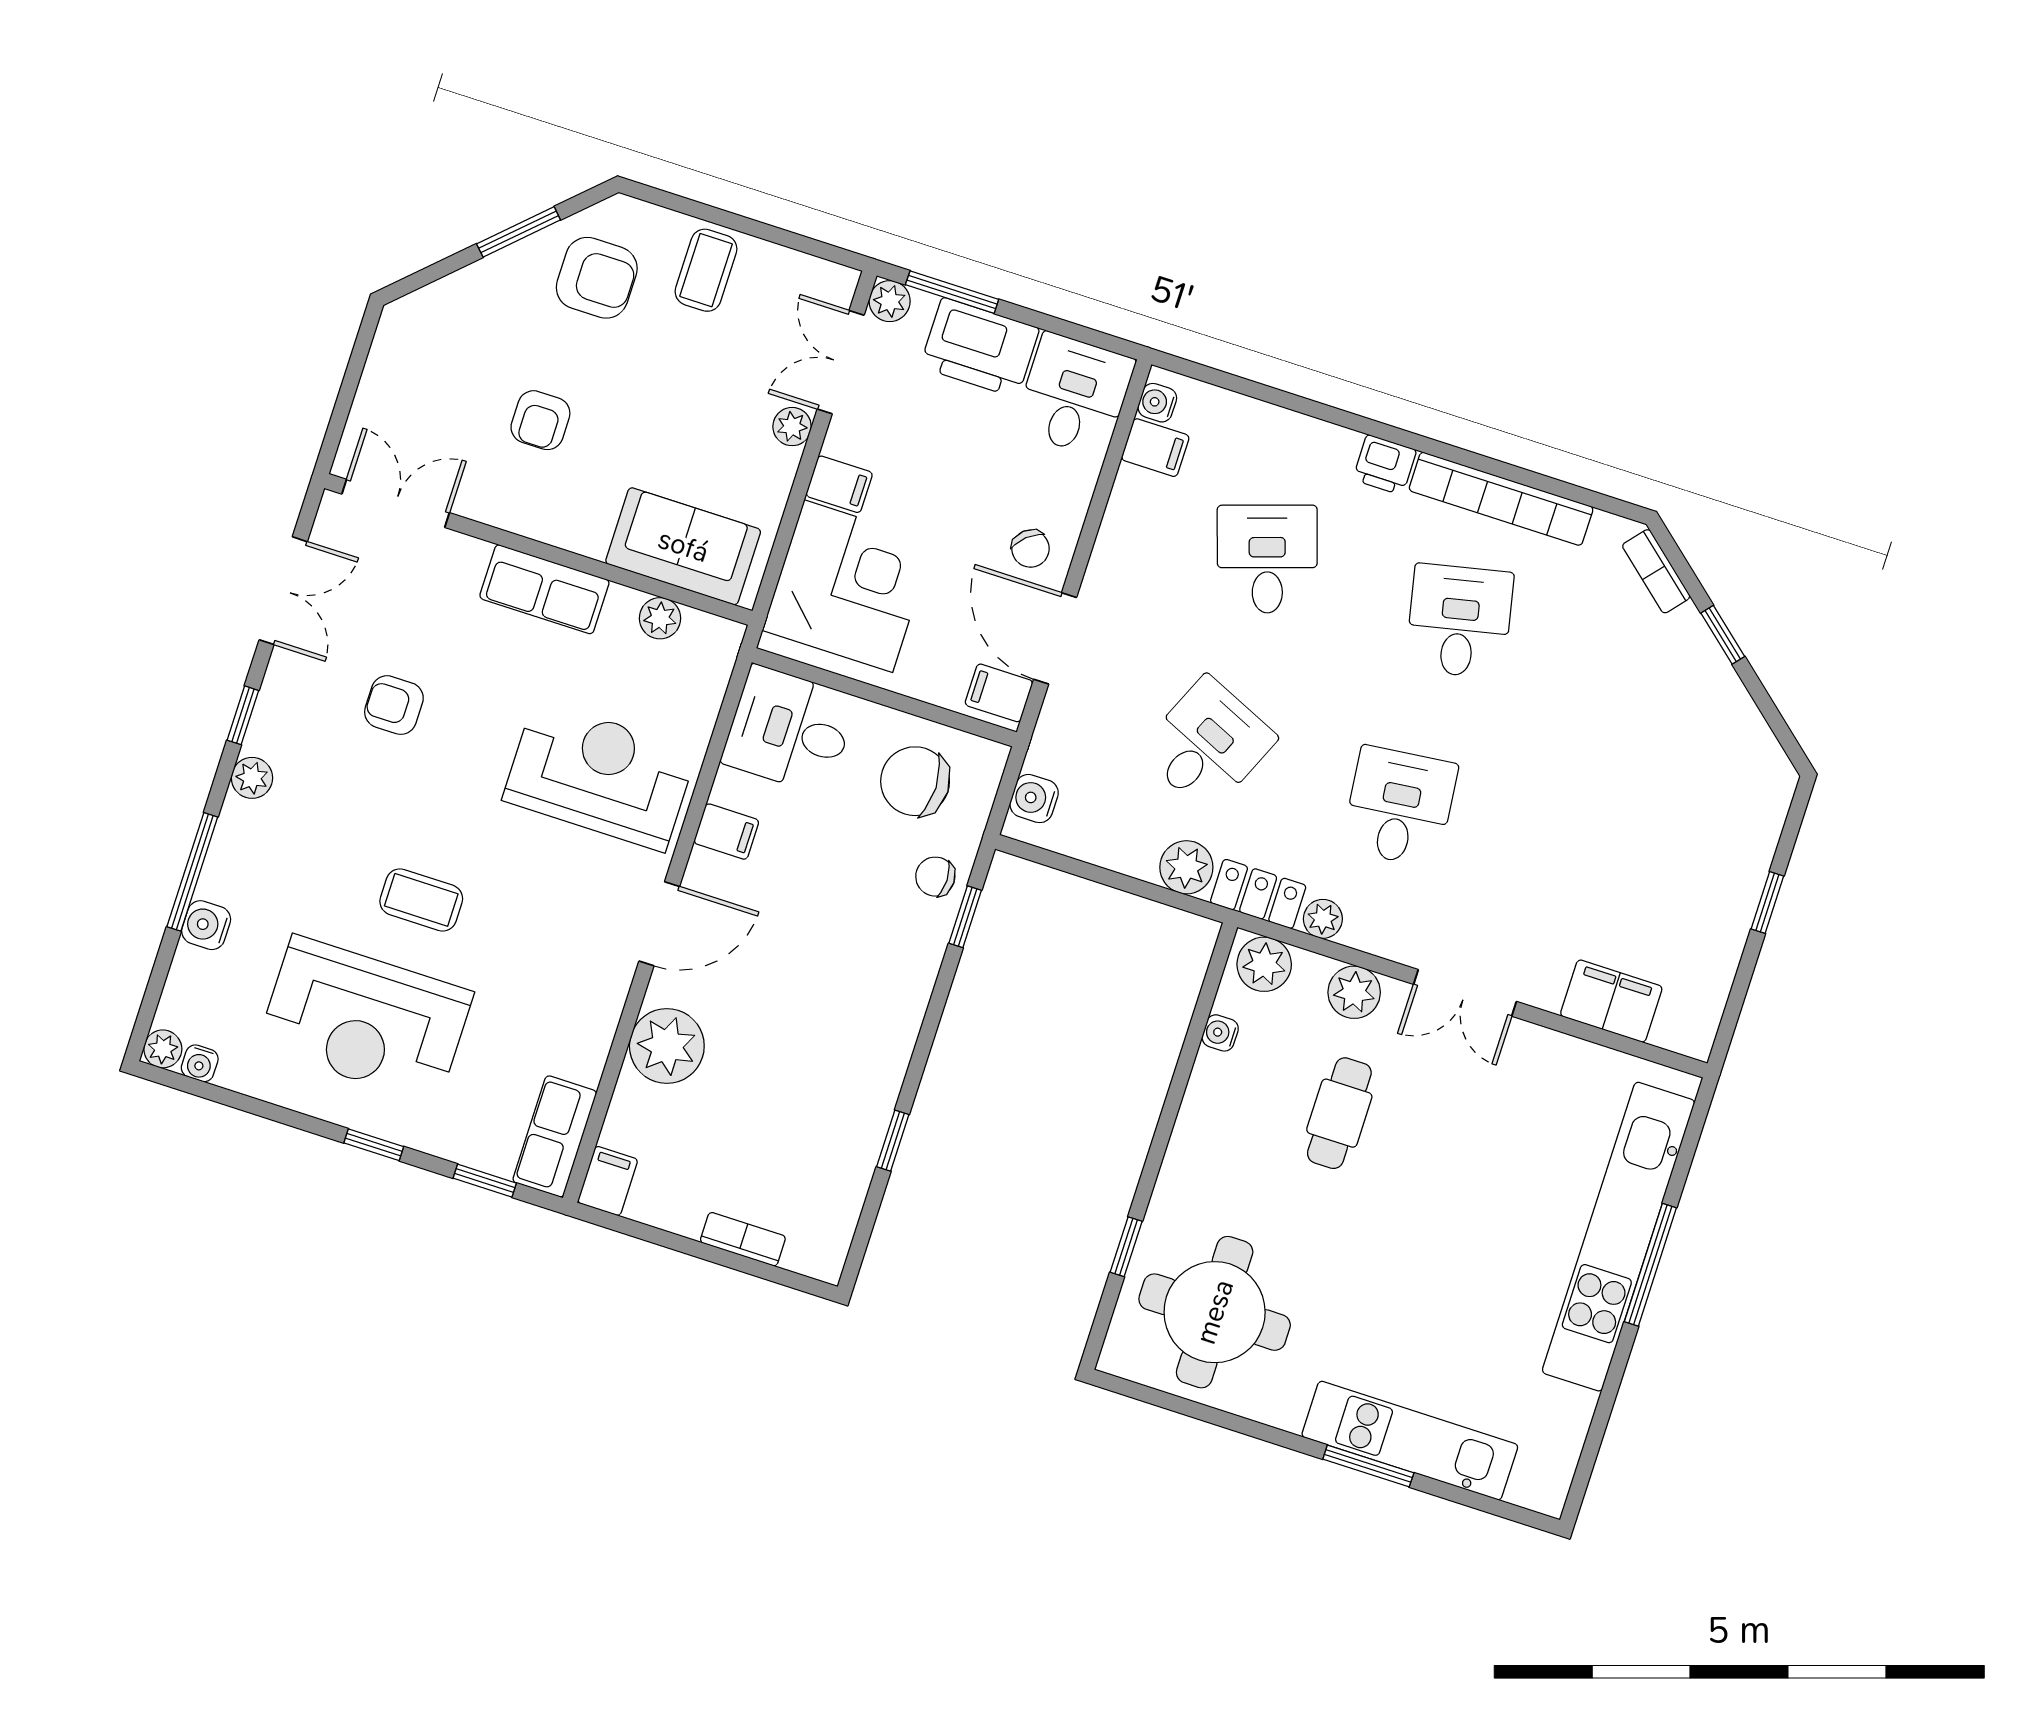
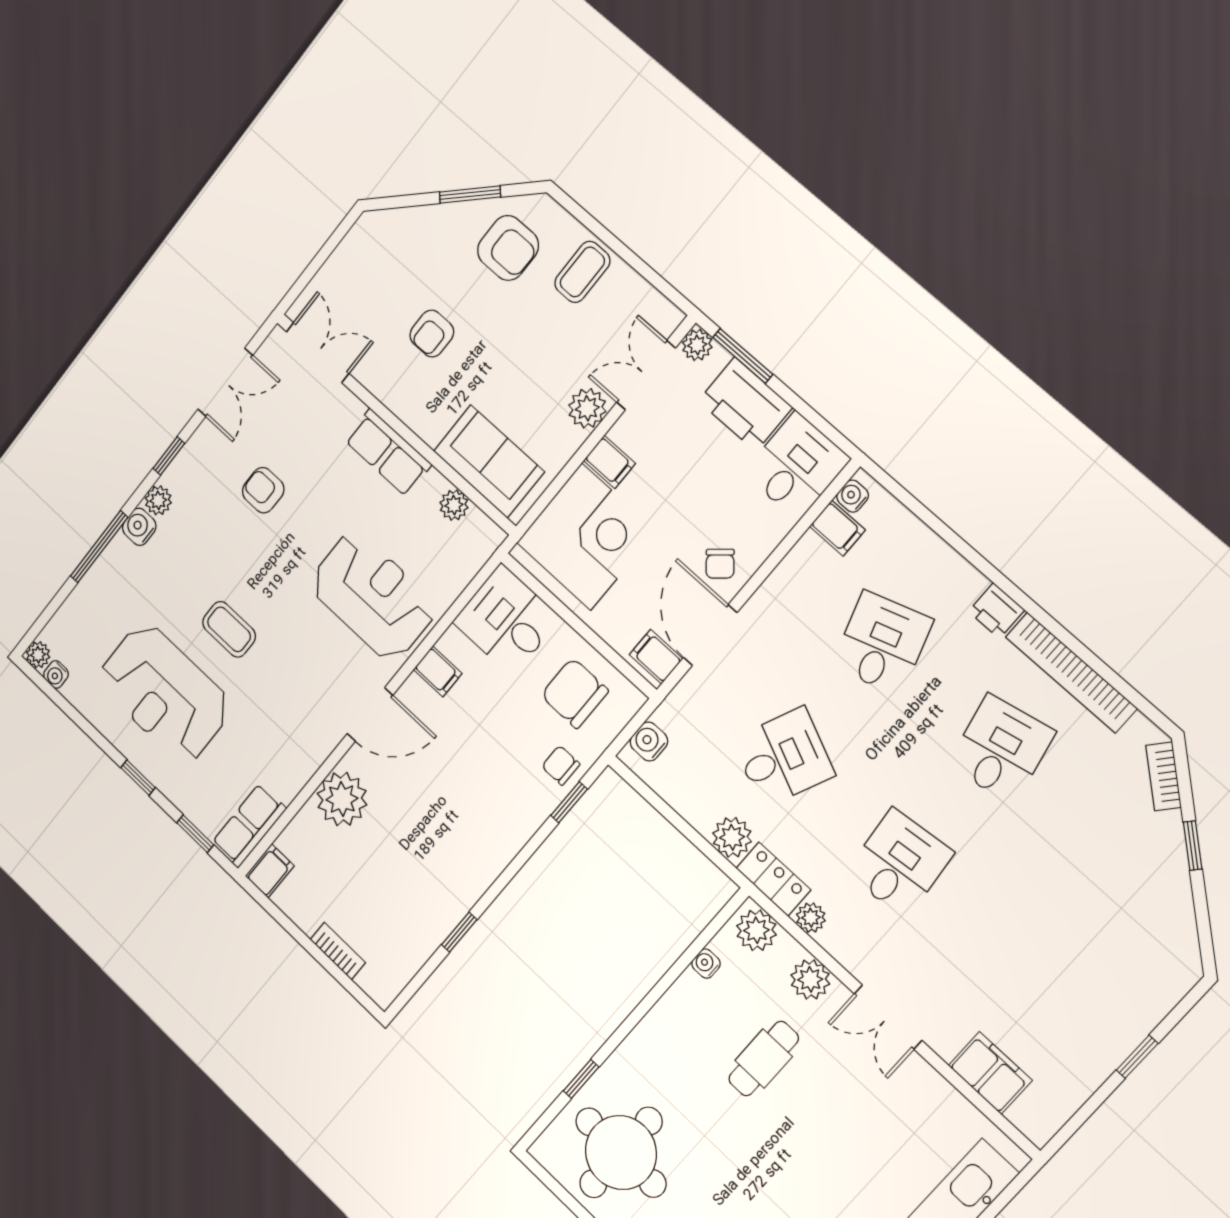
plant: (792, 427) -> (587, 408), width x1.38, depth x1.38
water cooler: (206, 925) -> (139, 527), moved

